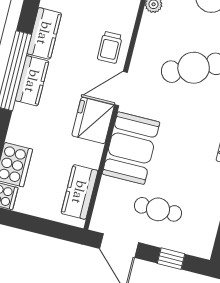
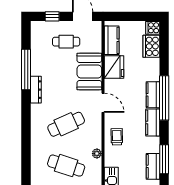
trolley: (110, 47) -> (117, 137), moved
door: (121, 89) -> (103, 103), hinge flipped
fridge: (93, 120) -> (114, 67), moved

